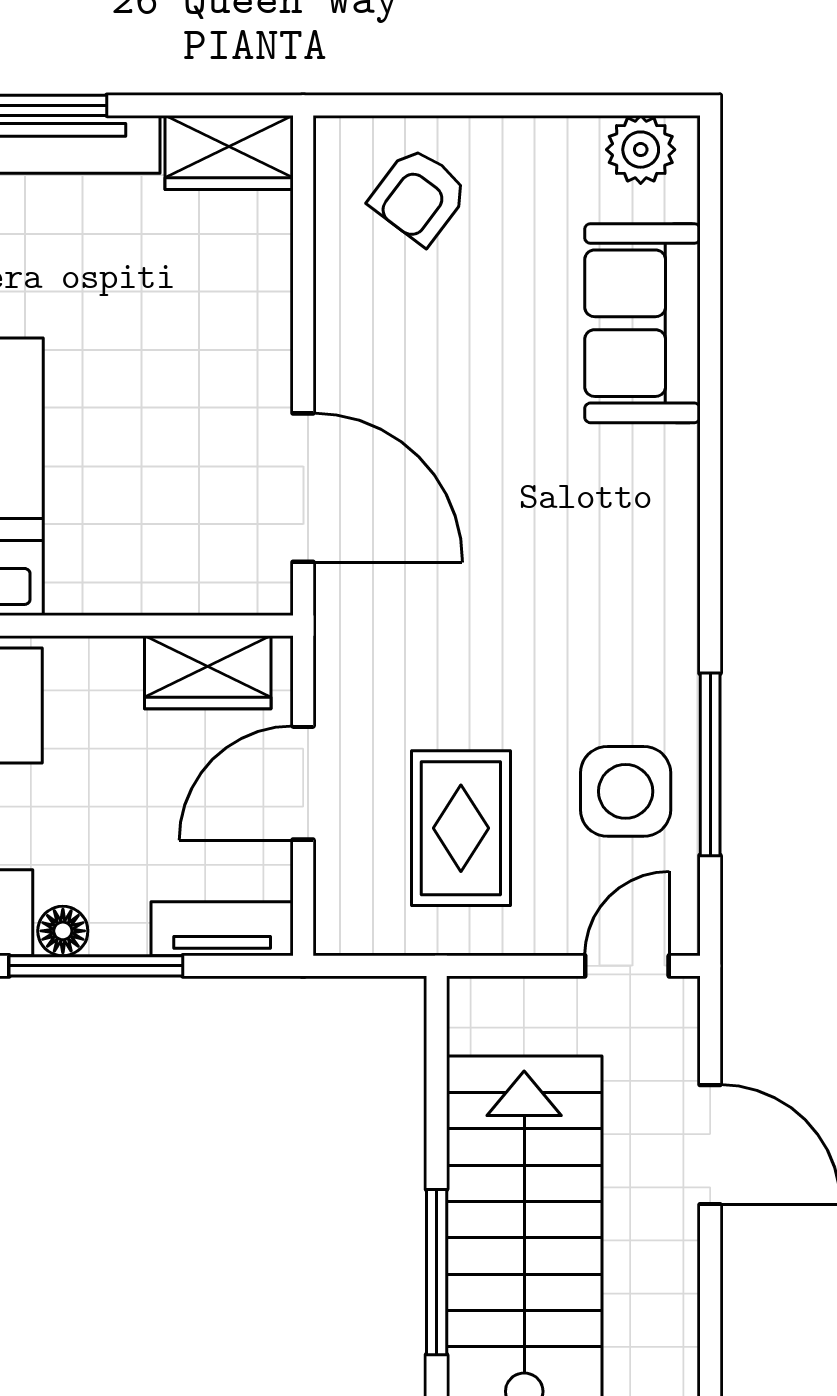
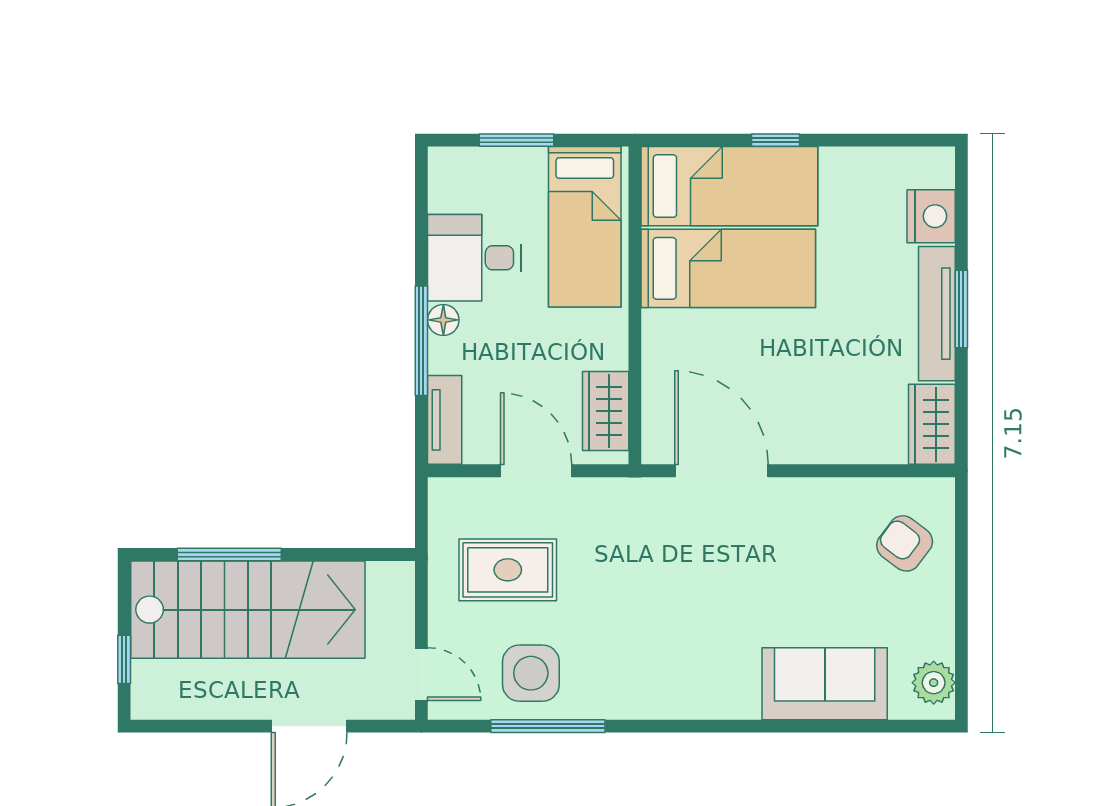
door: (303, 488) -> (721, 471), swing flipped

